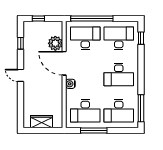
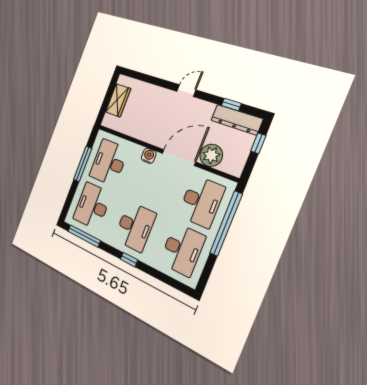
dresser: (29, 36) -> (237, 120), added
window: (141, 38) -> (129, 260), moved
desk: (119, 74) -> (135, 227), turned 180

